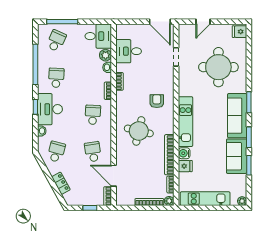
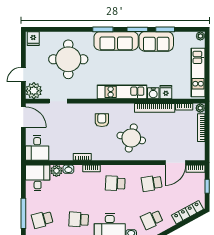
door: (160, 22) -> (23, 117), hinge flipped
door: (203, 22) -> (23, 75), swing flipped
plant: (187, 32) -> (34, 91), added
school desk: (56, 41) -> (42, 219), turned -39
desk: (129, 51) -> (37, 148), moved
armchair: (157, 101) -> (102, 120), turned 90
school desk: (56, 152) -> (152, 219), turned -39
locker: (61, 183) -> (188, 212), width x1.53

